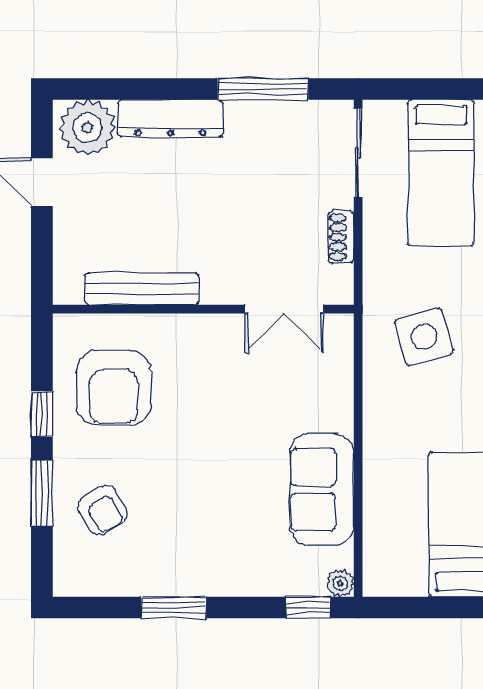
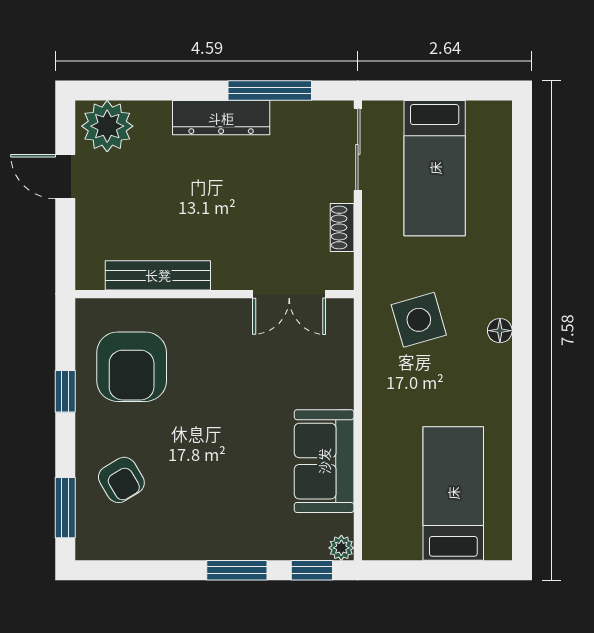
dresser: (170, 118) -> (221, 118), moved
window: (42, 493) -> (65, 508), moved
window: (174, 607) -> (237, 570), moved

